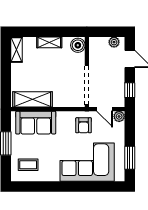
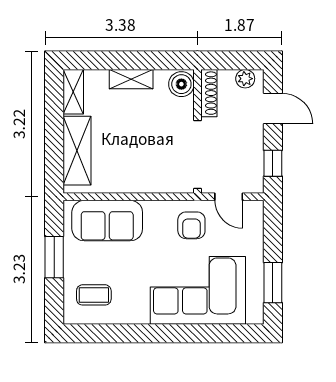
shoe rack: (93, 50) -> (209, 93), added
shelving: (33, 99) -> (77, 151), moved, turned 90
plant: (119, 116) -> (254, 210), removed

